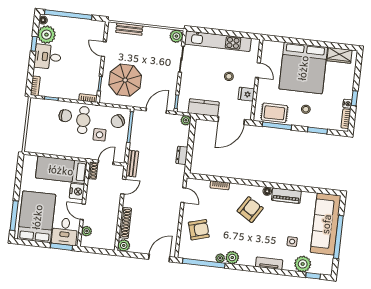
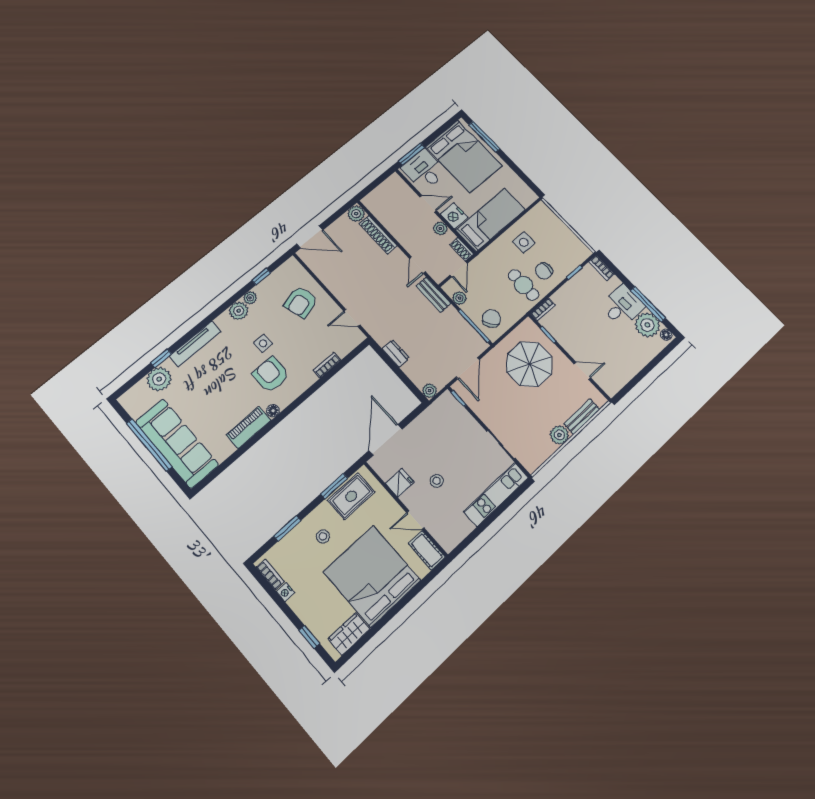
window: (68, 15) -> (651, 366), removed
plant: (176, 36) -> (559, 435), moved
kitchen unit: (218, 41) -> (496, 494), width x0.73
window: (34, 44) -> (648, 304), width x2.17
cot: (267, 52) -> (427, 550), added
window: (355, 98) -> (309, 637), moved
kitchen counter: (204, 107) -> (427, 422), removed
window: (277, 126) -> (334, 486), width x0.69
side table: (100, 135) -> (524, 242), moved
plant: (122, 148) -> (459, 298), added
armchair: (250, 210) -> (271, 375), turned 148
plant: (87, 231) -> (440, 228), moved
side table: (292, 242) -> (263, 343), moved
door: (159, 258) -> (310, 237), hinge flipped
window: (204, 263) -> (261, 277), width x0.32
tv unit: (269, 263) -> (195, 344), width x1.41
window: (313, 276) -> (161, 358), moved

